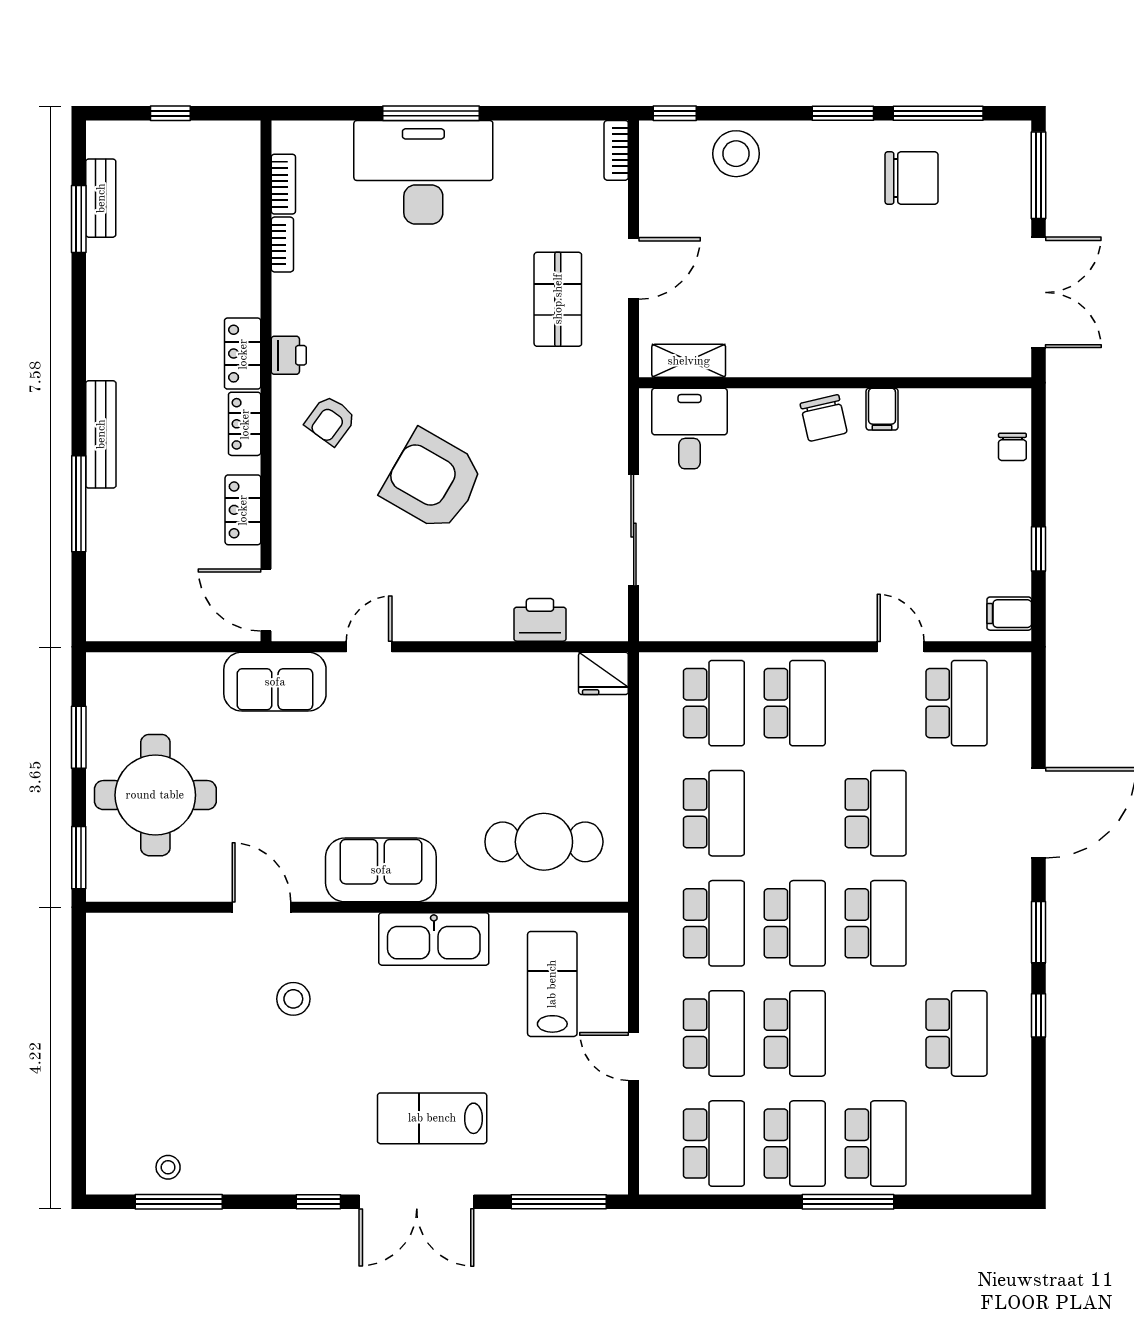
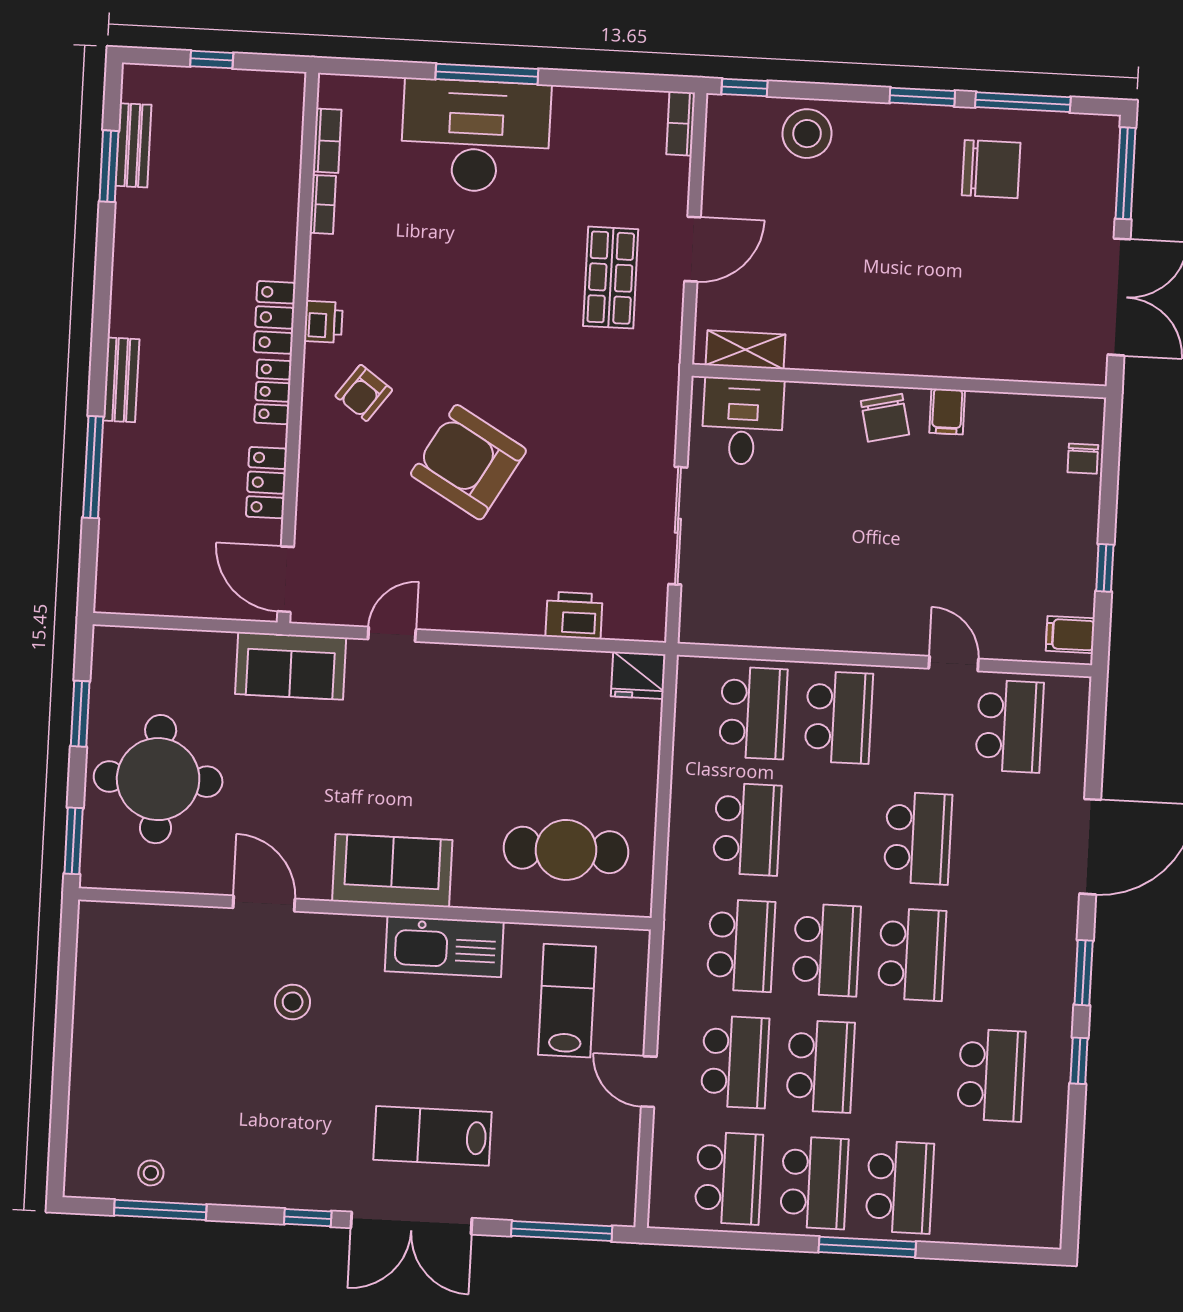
bench: (101, 434) -> (121, 380), width x0.73

